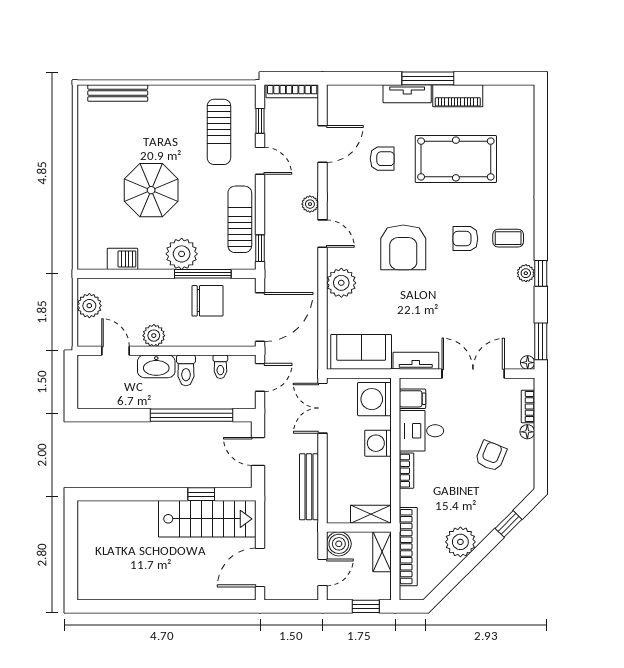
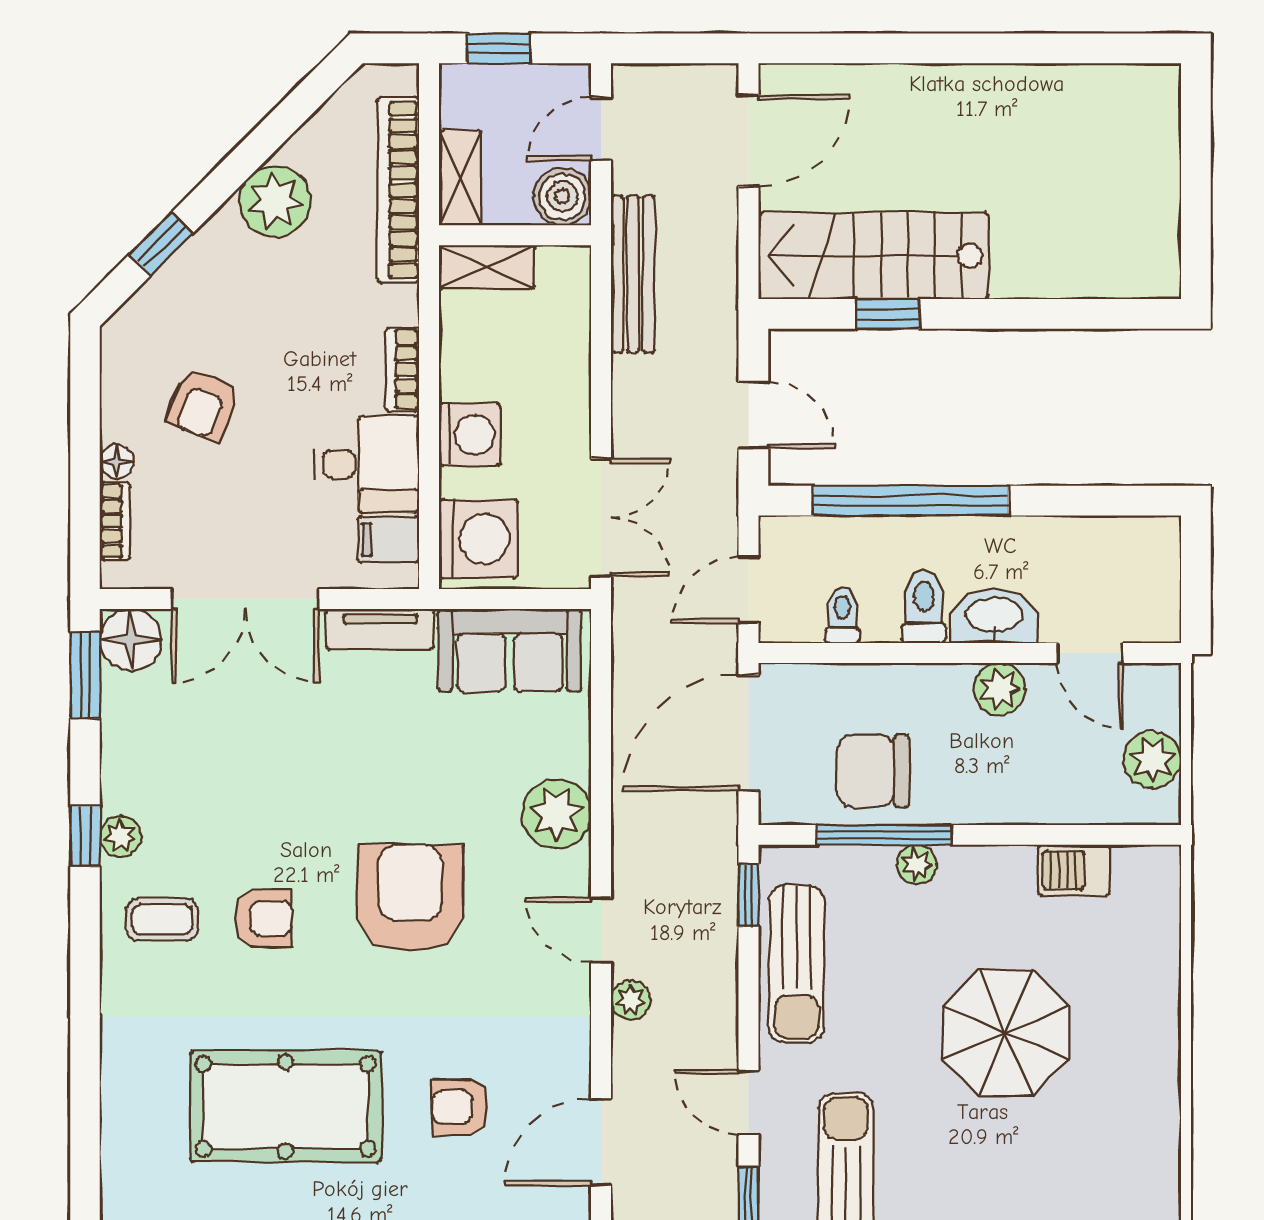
plant: (182, 254) -> (917, 865), width x0.53, depth x0.53
floor lamp: (528, 363) -> (131, 640), width x1.89, depth x1.89
bench: (309, 487) -> (633, 274), moved

